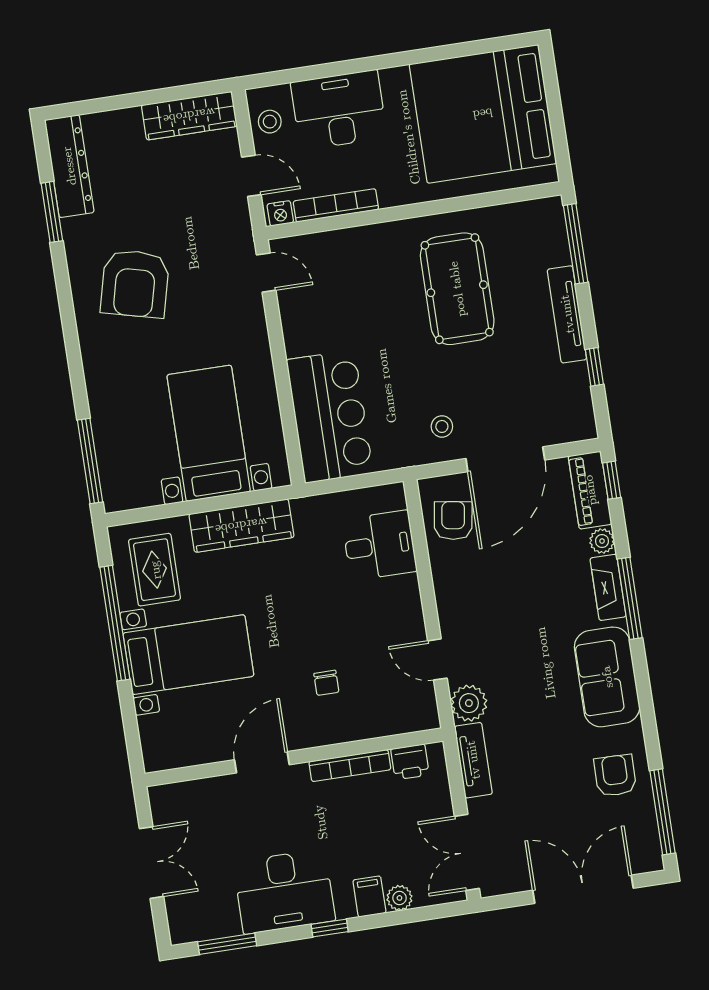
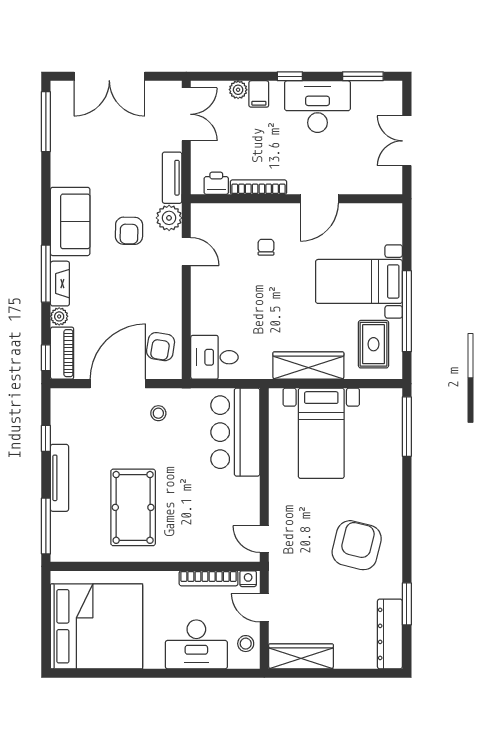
desk: (379, 545) -> (214, 357), moved
armchair: (615, 776) -> (129, 231), moved

